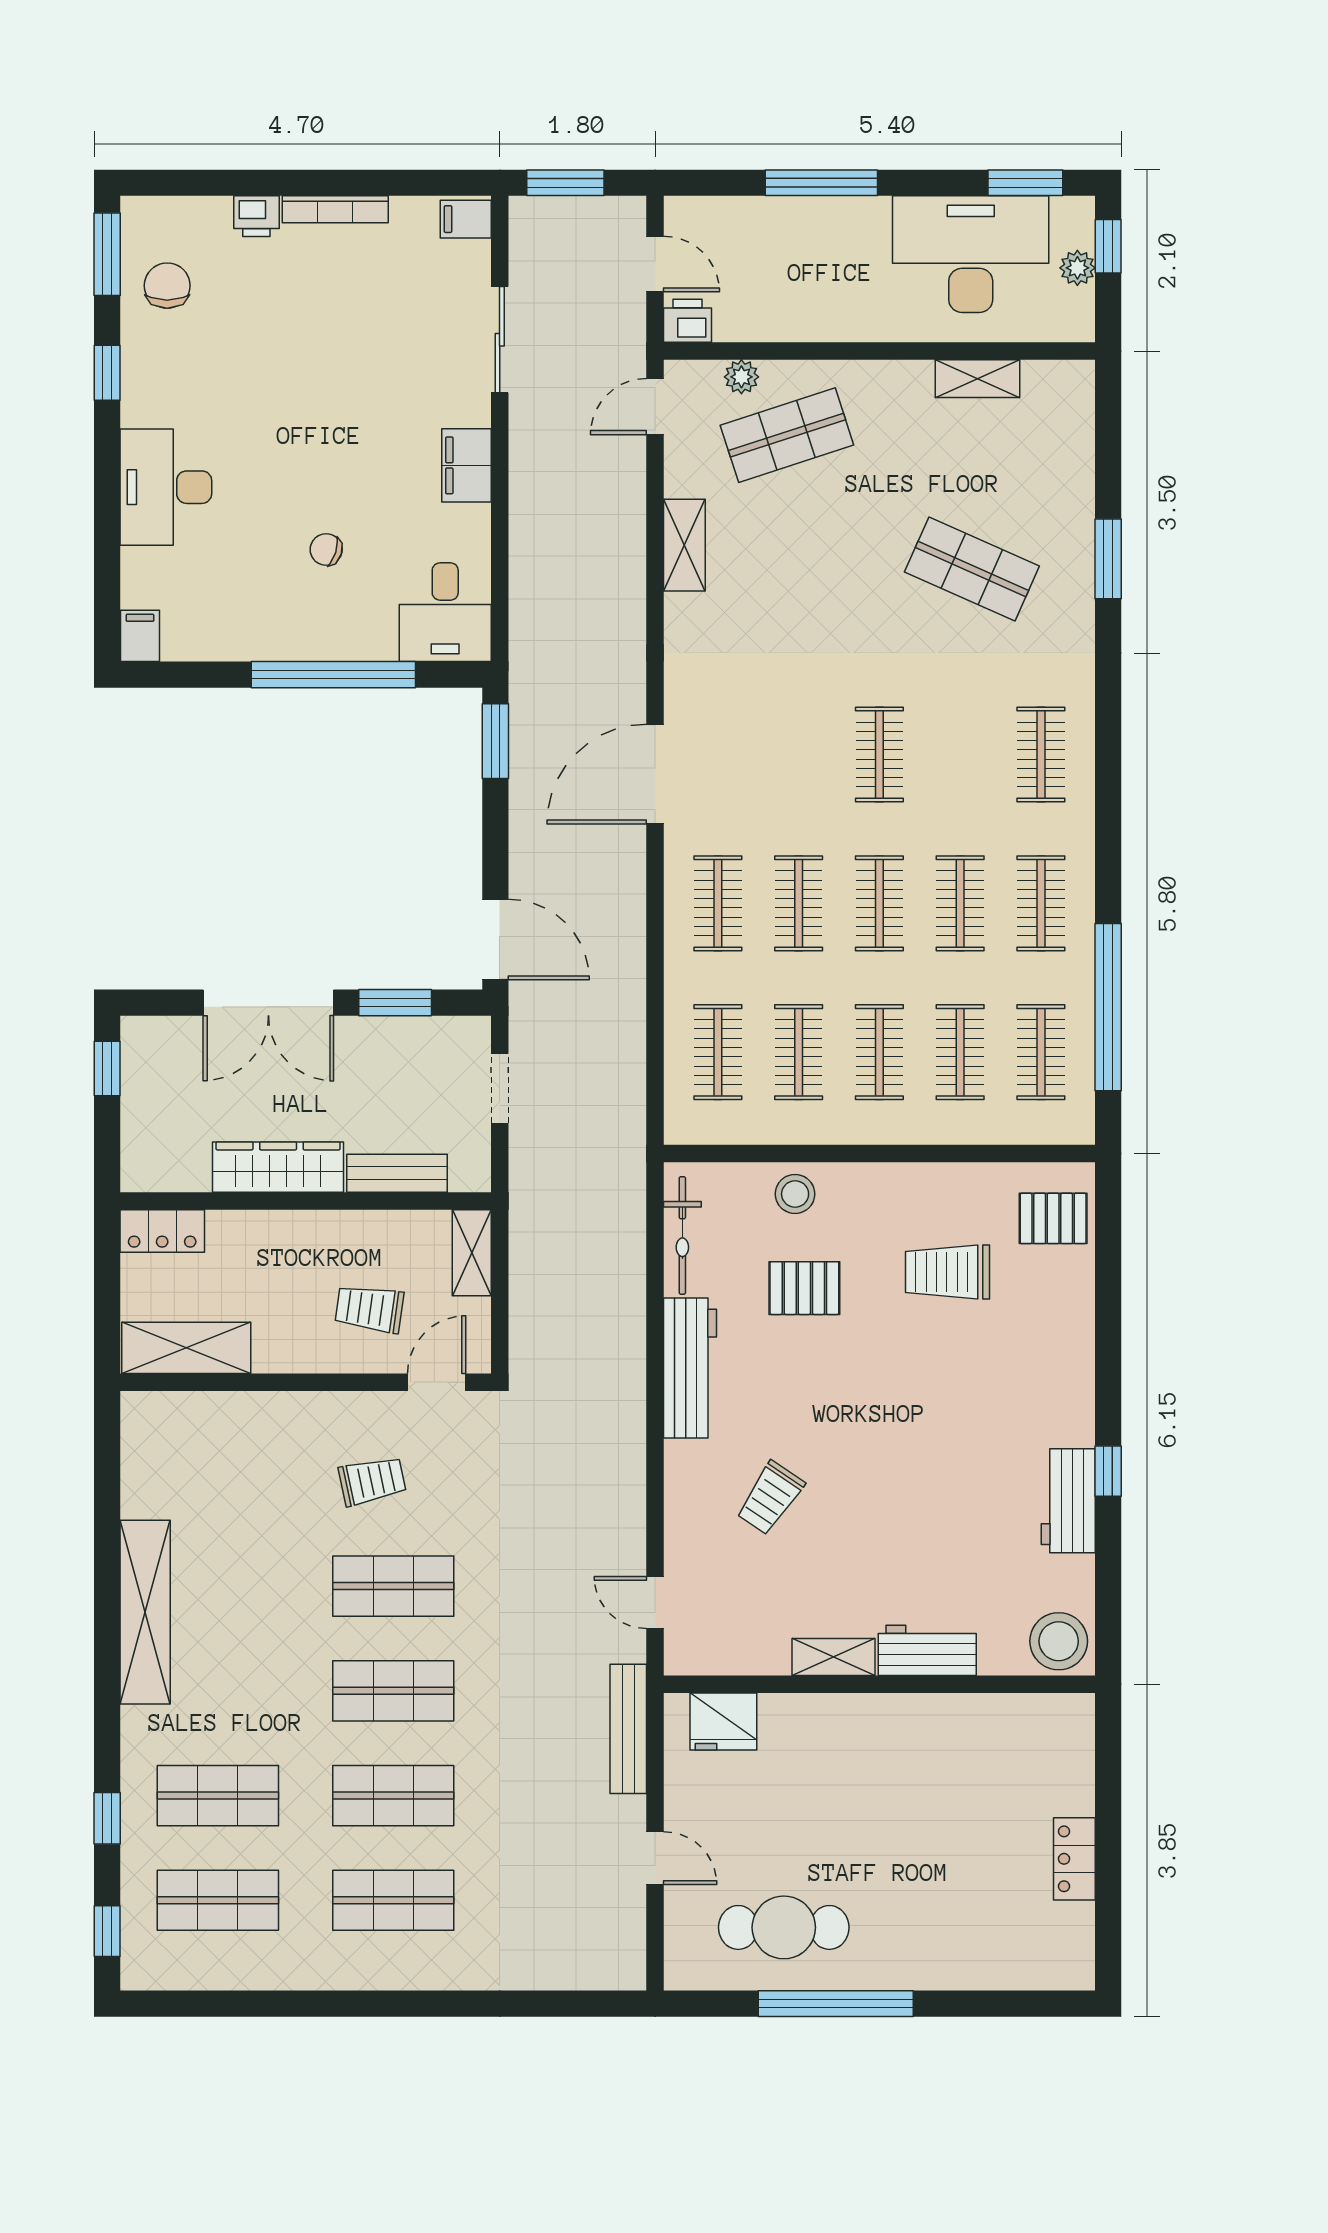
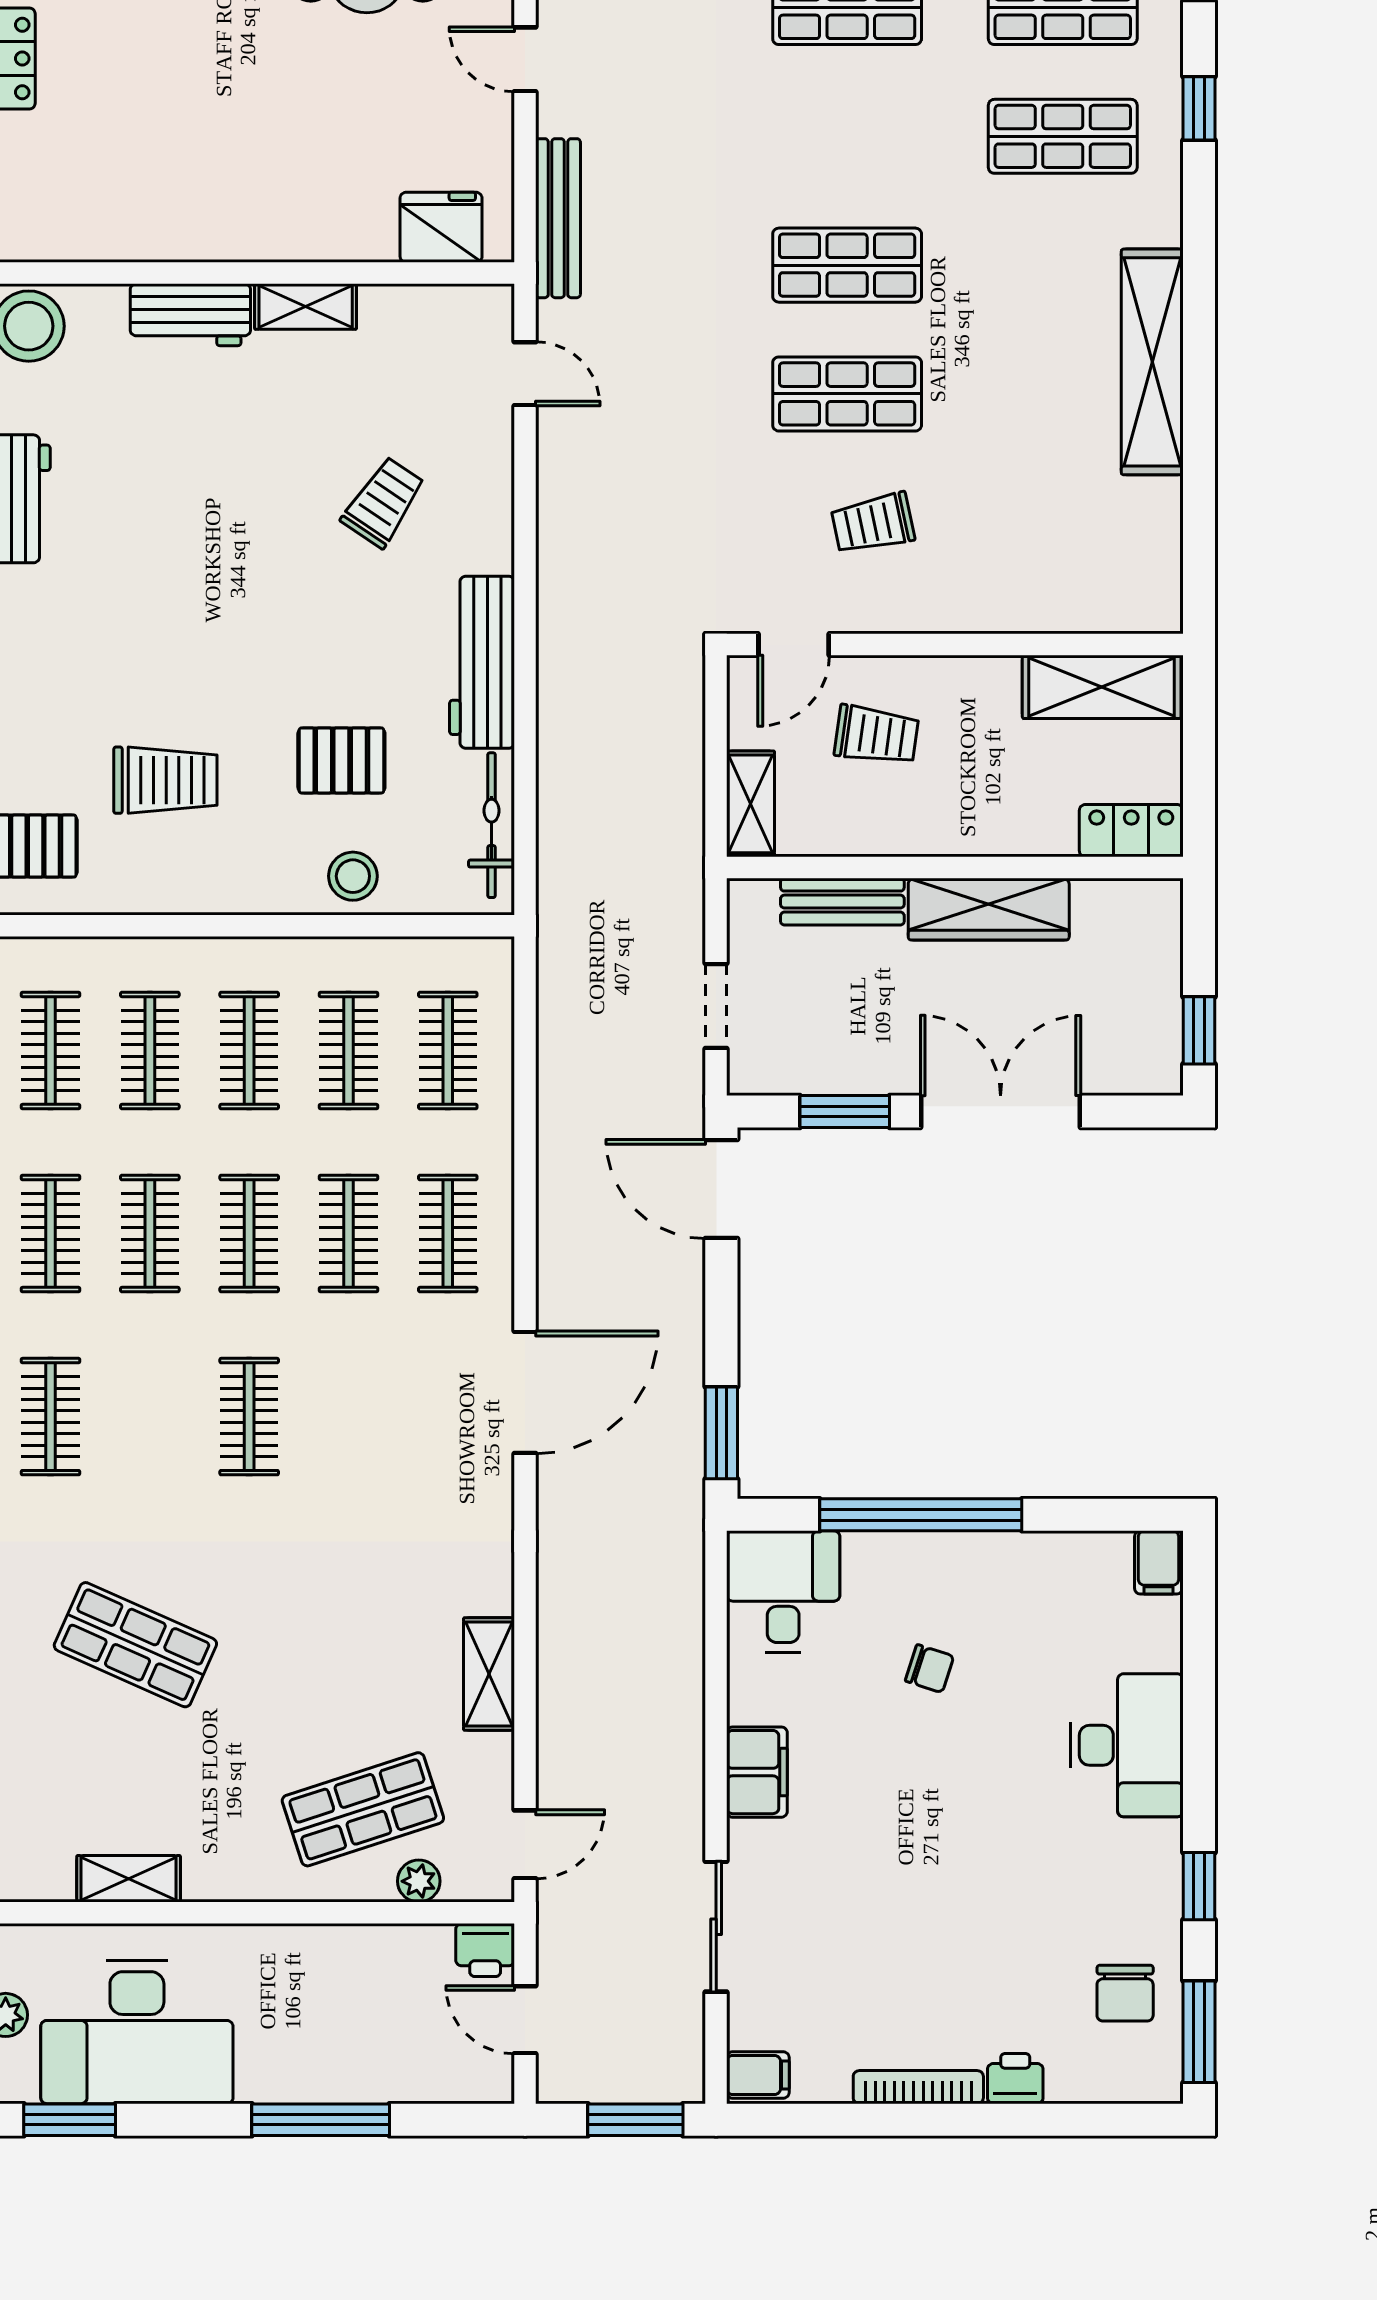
shop shelf: (393, 1796) -> (847, 136), removed

